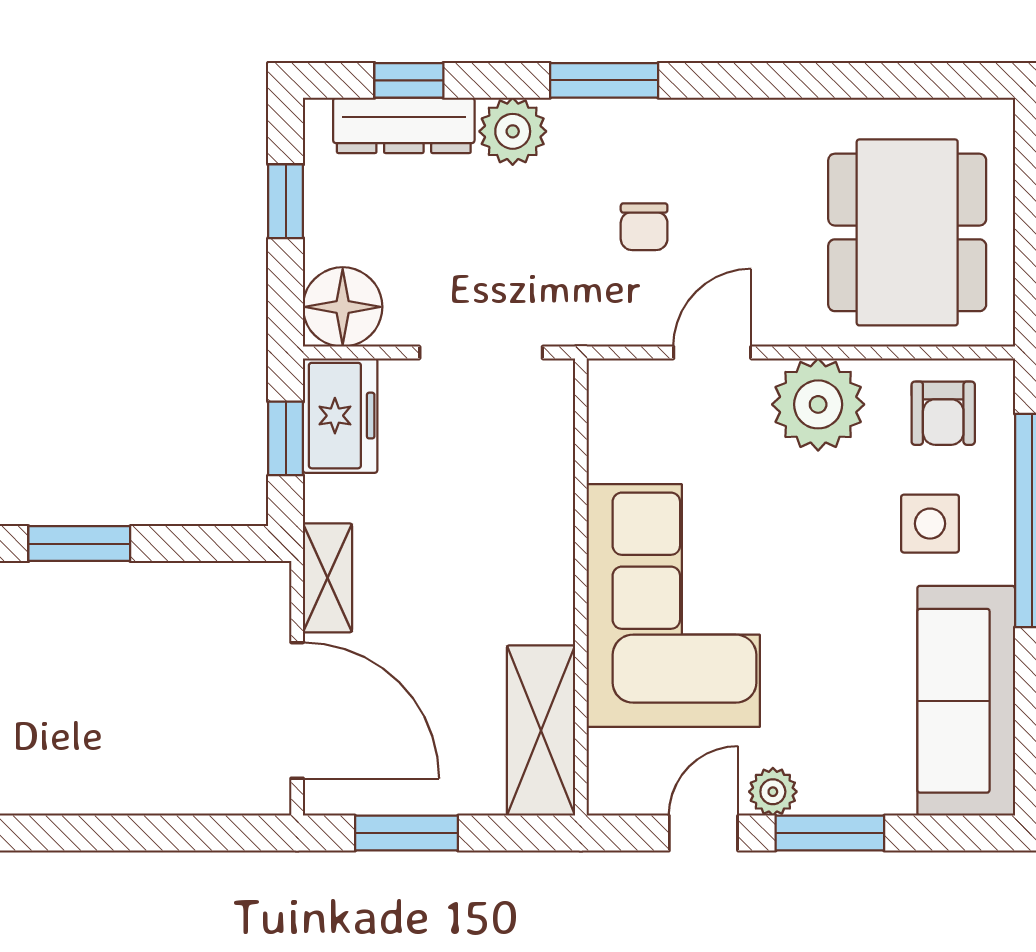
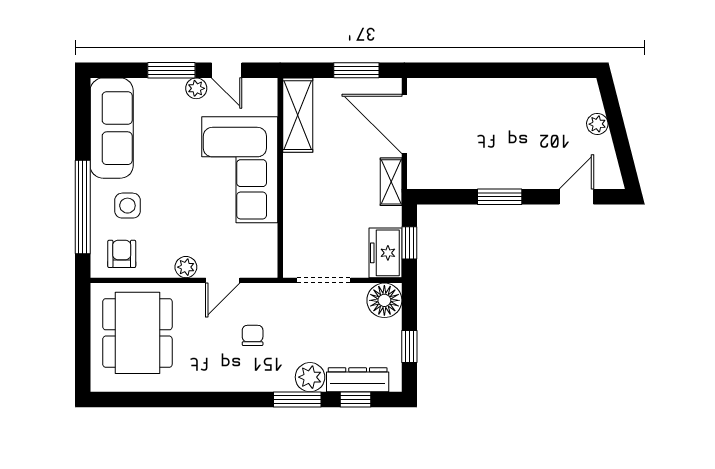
window: (604, 80) -> (297, 399), moved
plant: (818, 404) -> (186, 267), width x0.53, depth x0.53
door: (703, 833) -> (227, 70), hinge flipped

